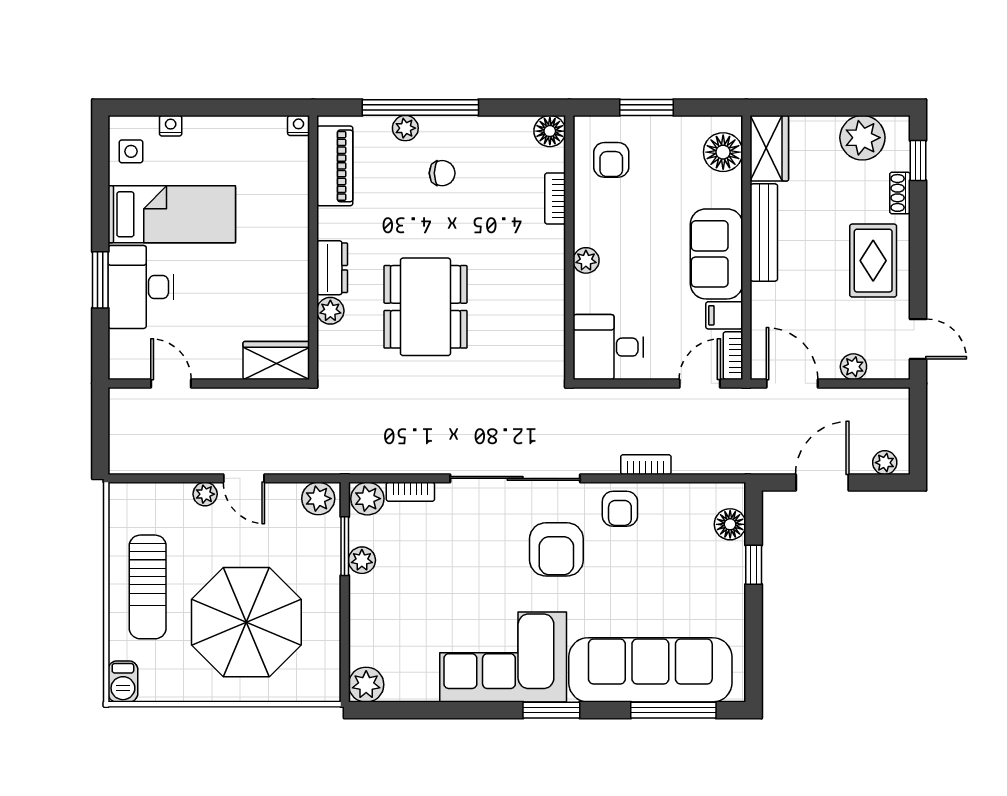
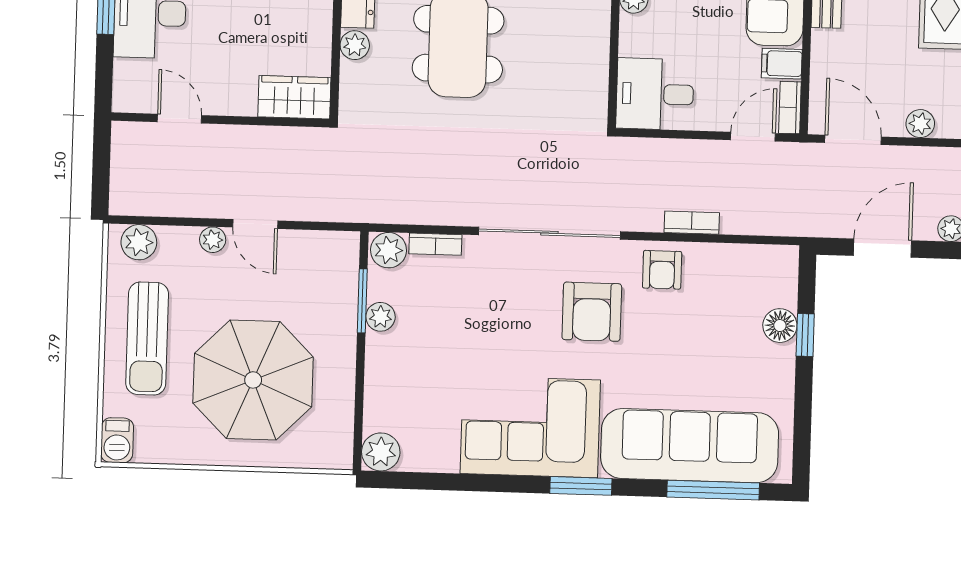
plant: (318, 499) -> (139, 242), moved
floor lamp: (730, 524) -> (780, 326), moved

